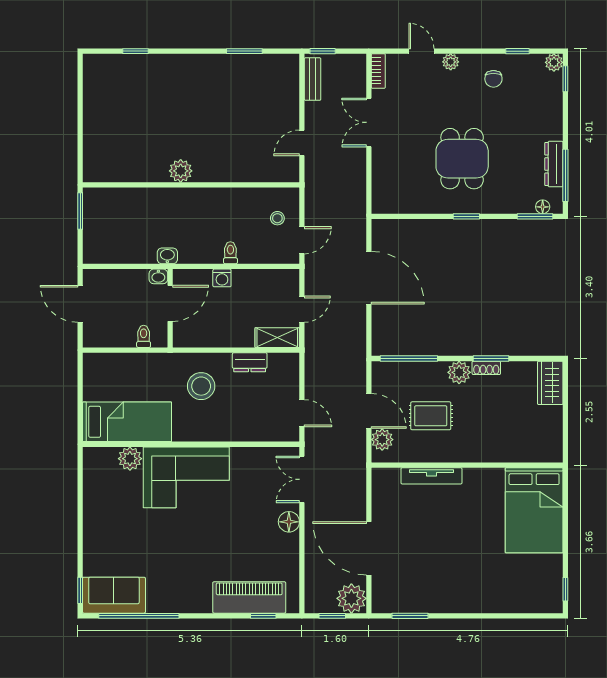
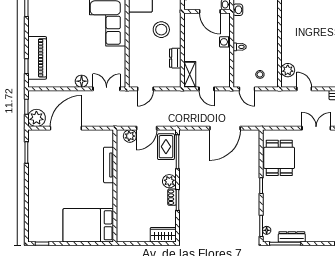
dining table: (462, 159) -> (279, 158), moved, turned 90
plant: (181, 171) -> (288, 70), moved
rug: (431, 416) -> (166, 147), moved

